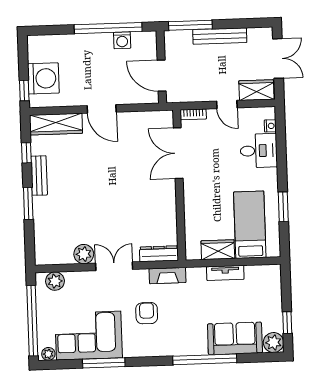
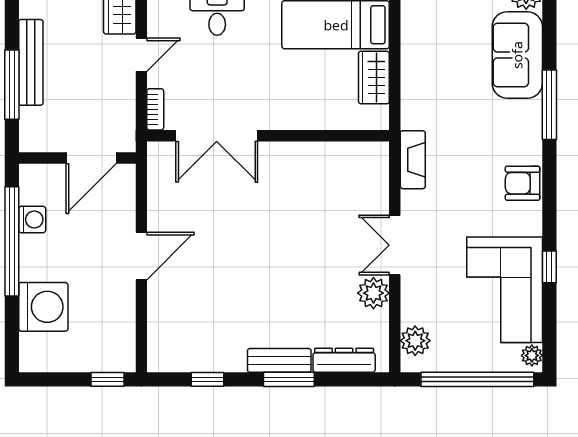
window: (190, 25) -> (12, 85), moved
washing machine: (43, 78) -> (43, 307), moved, turned 90
wardrobe: (56, 124) -> (163, 330), removed
bench: (39, 176) -> (279, 360), moved
dresser: (159, 254) -> (344, 360), moved, turned 90
tv unit: (225, 273) -> (412, 67), removed
armchair: (147, 313) -> (523, 183), moved
window: (205, 359) -> (549, 105), width x0.68
window: (104, 363) -> (549, 267), width x0.46

